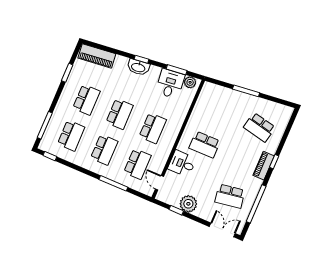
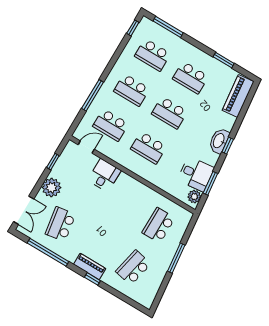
school desk: (205, 145) -> (159, 225), moved
plant: (188, 204) -> (51, 188), moved

